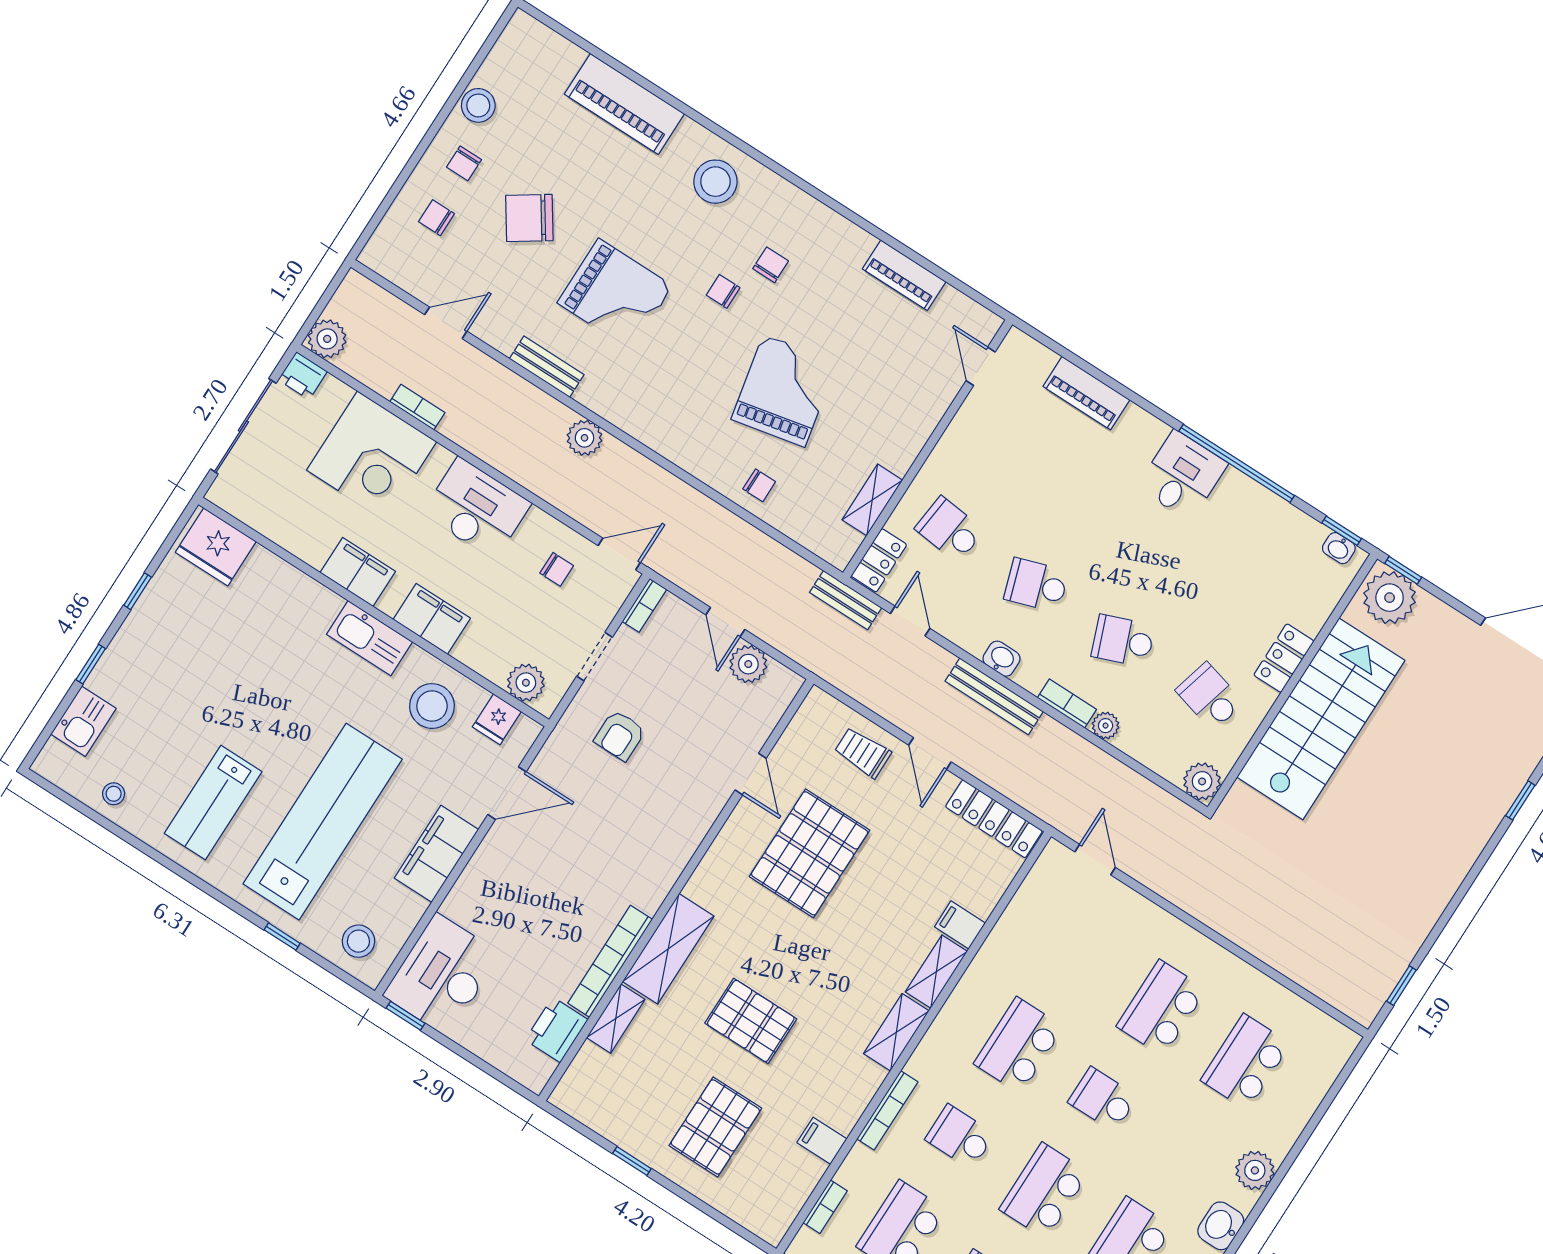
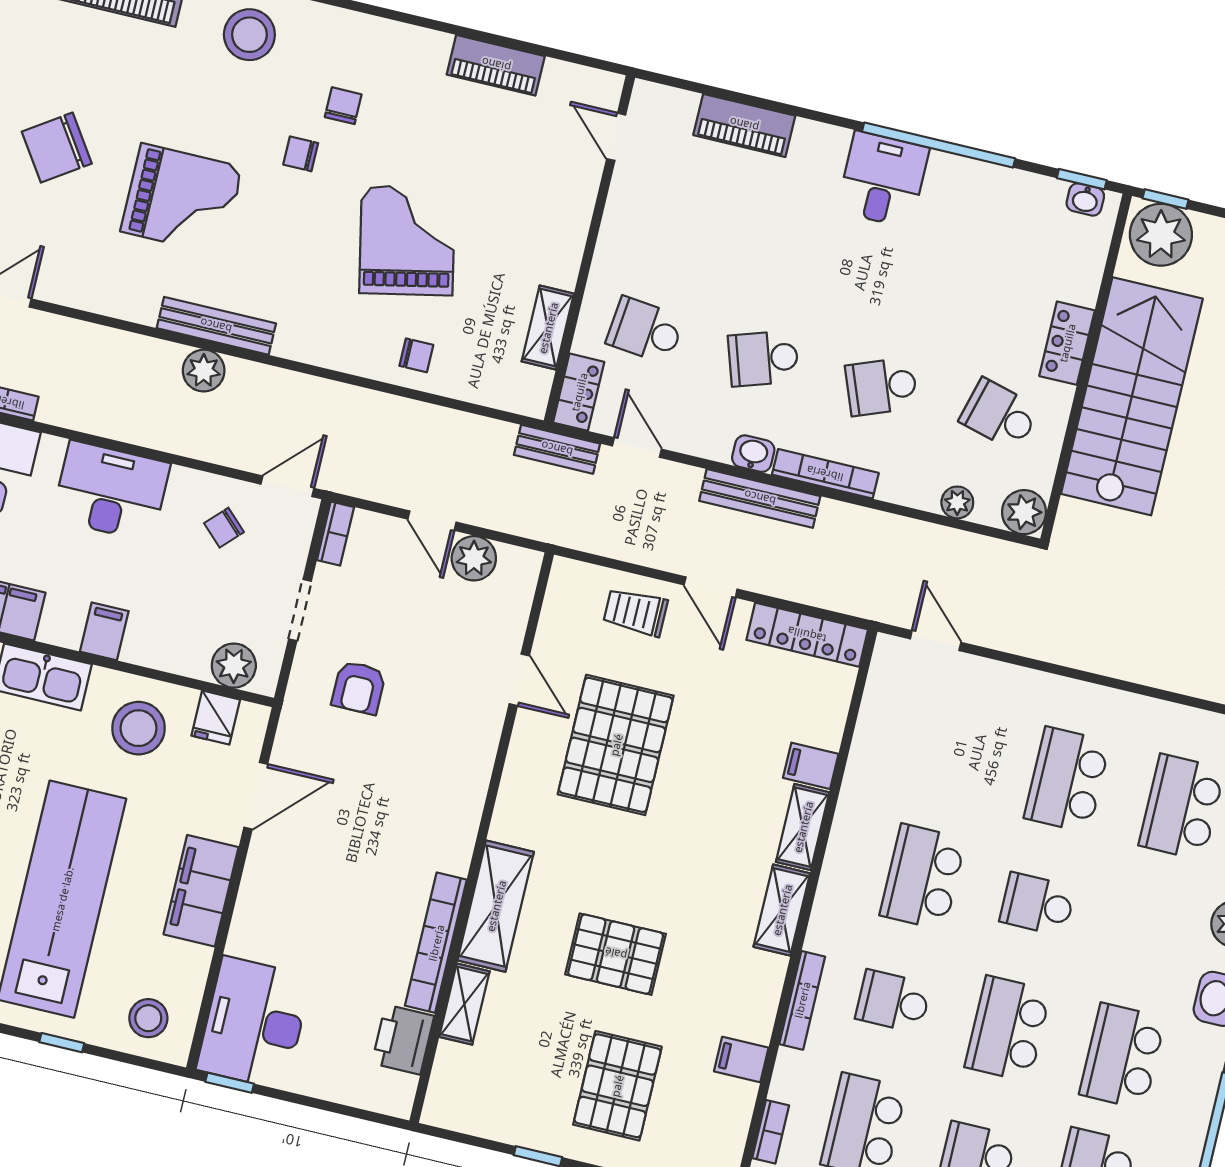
bench: (547, 367) -> (216, 326), moved, width x1.36
chair: (557, 569) -> (224, 528), turned 134
filing cabinet: (432, 619) -> (104, 631), width x0.50
bookcase: (1067, 704) -> (825, 474), width x1.56
plant: (1106, 726) -> (957, 502), moved

